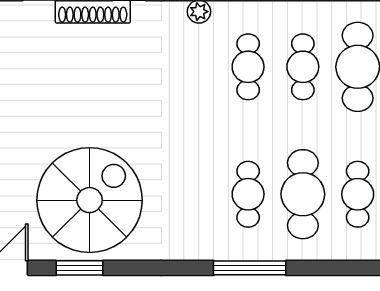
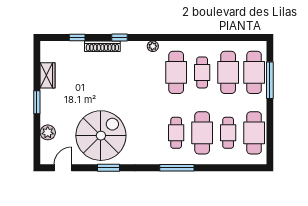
cafe table: (248, 67) -> (176, 72), width x1.37, depth x1.35
window: (80, 268) -> (109, 168), moved

